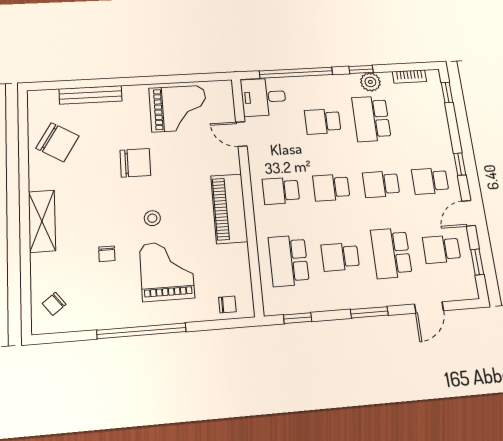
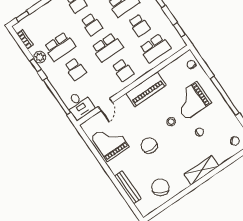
school desk: (331, 187) -> (107, 47), width x1.85

